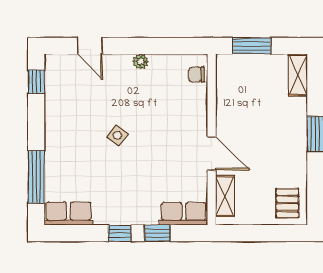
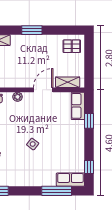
plant: (200, 109) -> (18, 97), added
row of seats: (68, 214) -> (70, 180), moved, turned 90
window: (120, 233) -> (89, 167), moved

